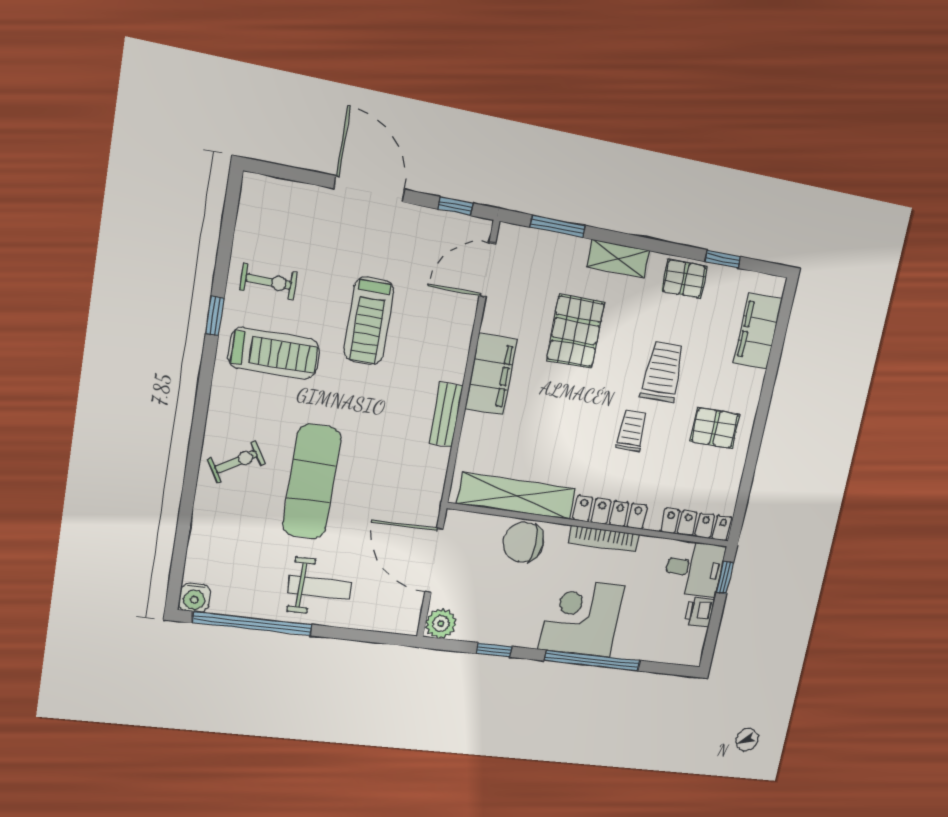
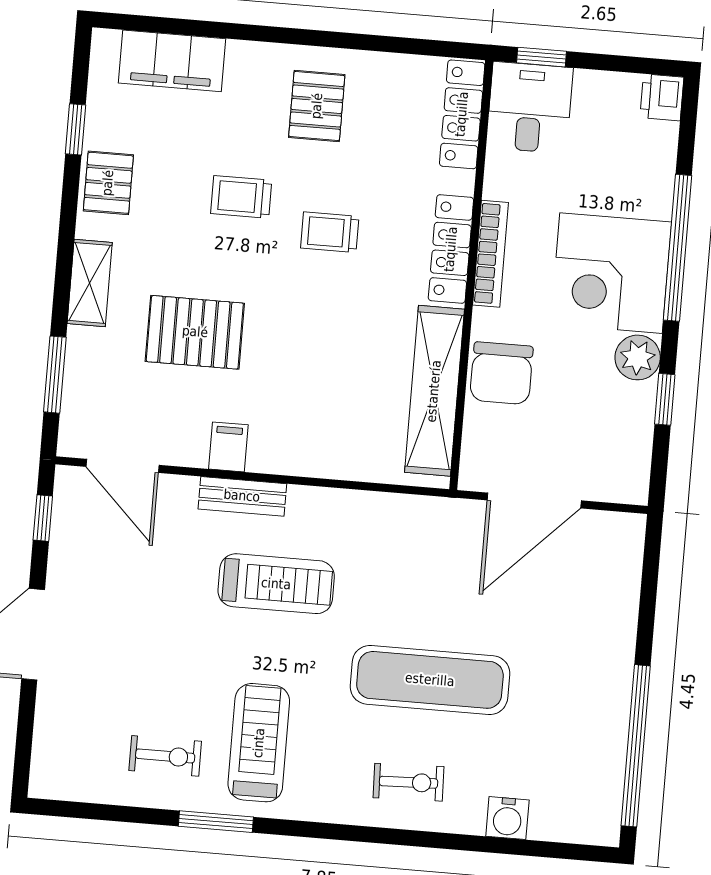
exercise bike: (269, 281) -> (165, 756), turned 90
window: (215, 316) -> (216, 822), width x1.50
treadmill: (369, 321) -> (276, 584), moved
trolley: (663, 372) -> (241, 197), width x0.73, depth x0.72
filing cabinet: (491, 374) -> (228, 447), width x0.33, depth x0.86
bench: (446, 415) -> (242, 496), moved
exercise bike: (236, 462) -> (409, 782), turned 119
weight bench: (320, 587) -> (580, 657), removed
water cooler: (194, 598) -> (507, 818), moved, turned 90
printer: (699, 612) -> (662, 97), moved, turned 90
plant: (441, 624) -> (638, 357), moved

